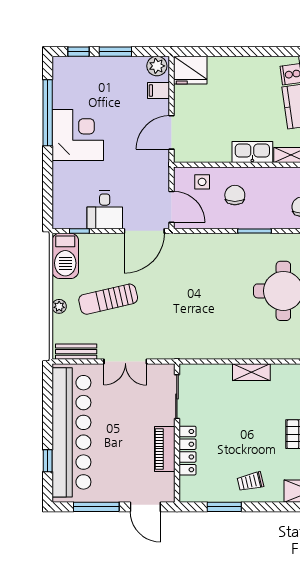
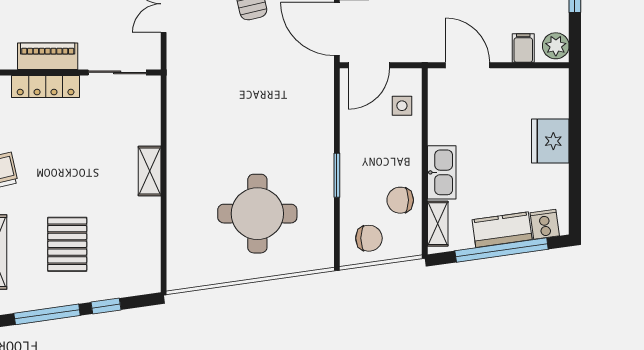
fridge: (190, 70) -> (550, 141), moved
chair: (235, 195) -> (400, 200), moved, turned 180

